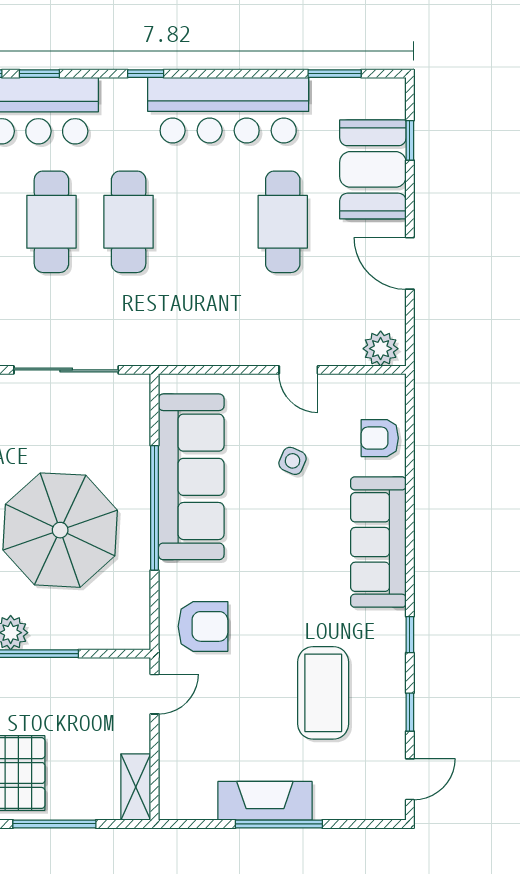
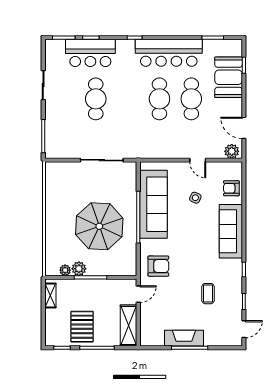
cafe table: (129, 222) -> (159, 99), moved
door: (410, 263) -> (244, 128), moved
coffee table: (323, 693) -> (208, 294), width x0.54, depth x0.58
shelving: (136, 787) -> (129, 326), width x1.50, depth x1.33

